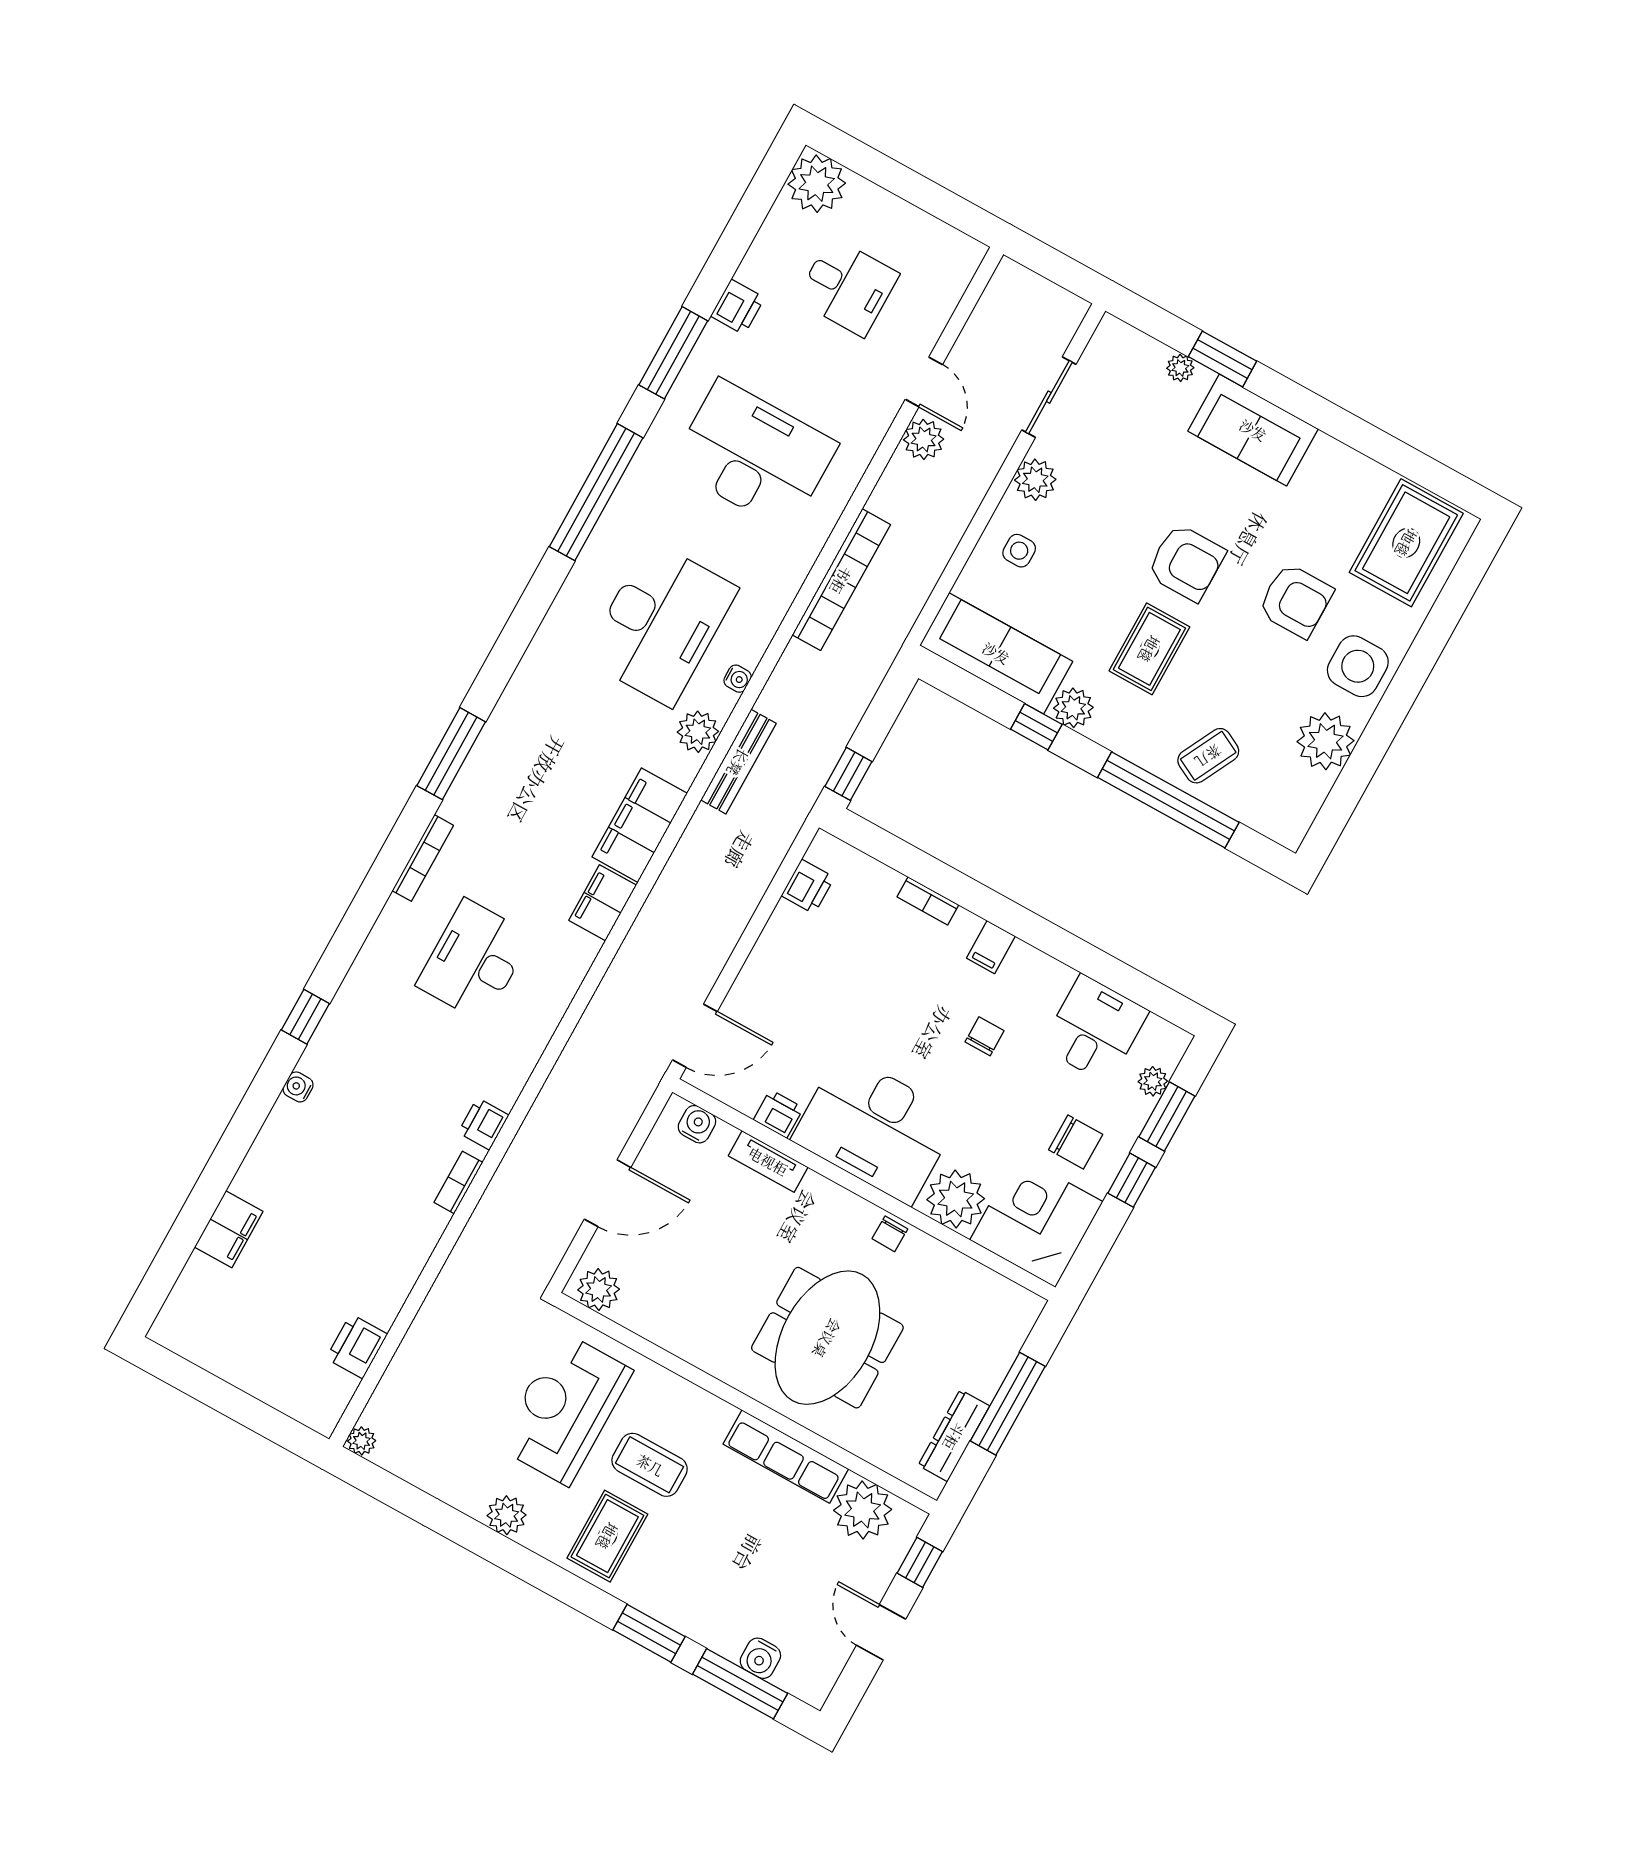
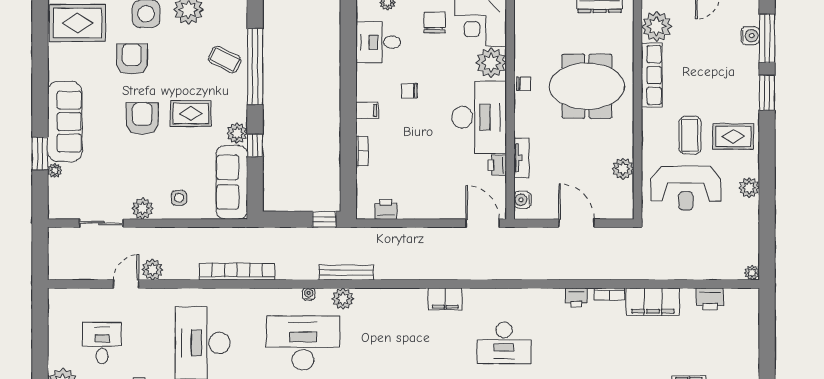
sofa: (1253, 430) -> (65, 122), width x1.36
filing cabinet: (640, 825) -> (653, 302), moved
plant: (599, 1290) -> (623, 169), moved

